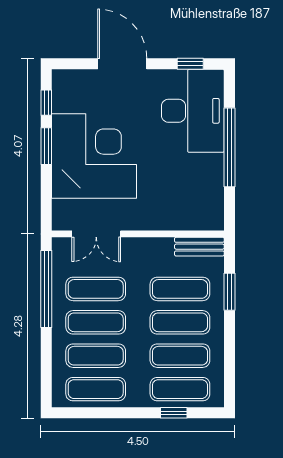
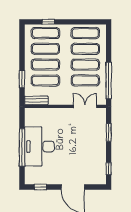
desk: (193, 111) -> (39, 146), moved
window: (46, 146) -> (109, 132), moved
corner desk: (94, 156) -> (86, 143), removed

